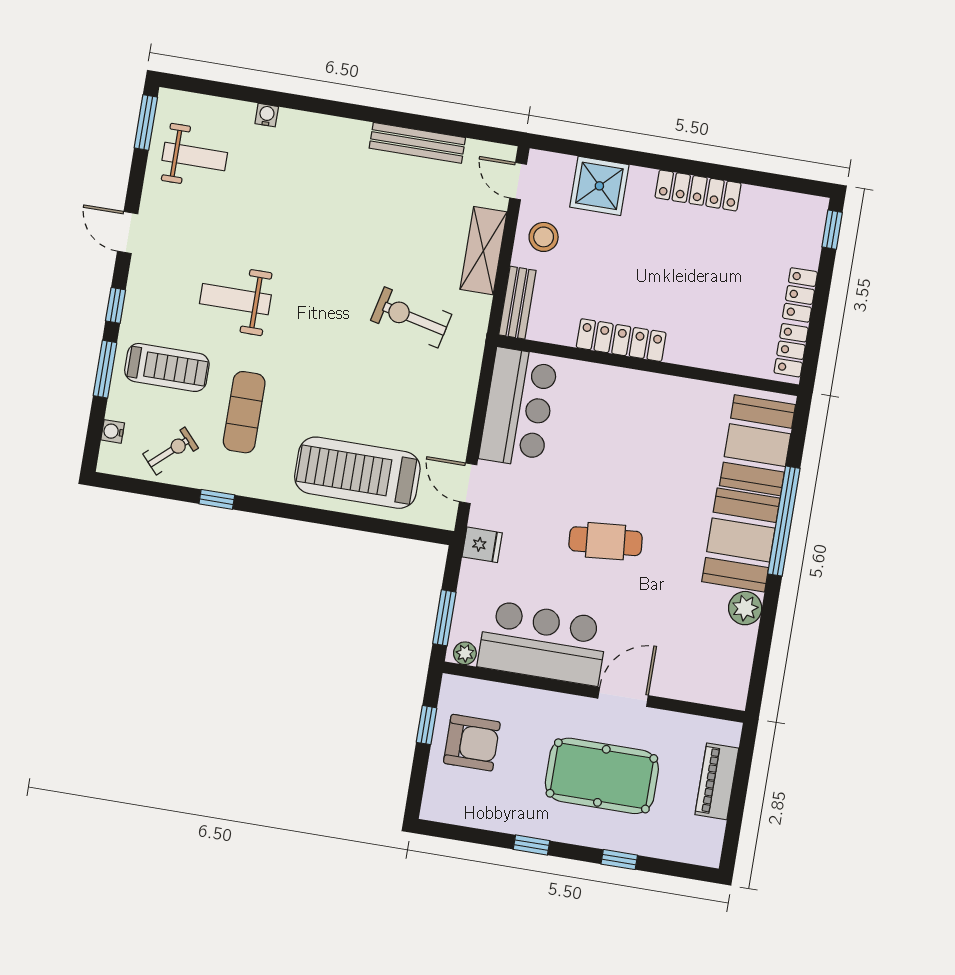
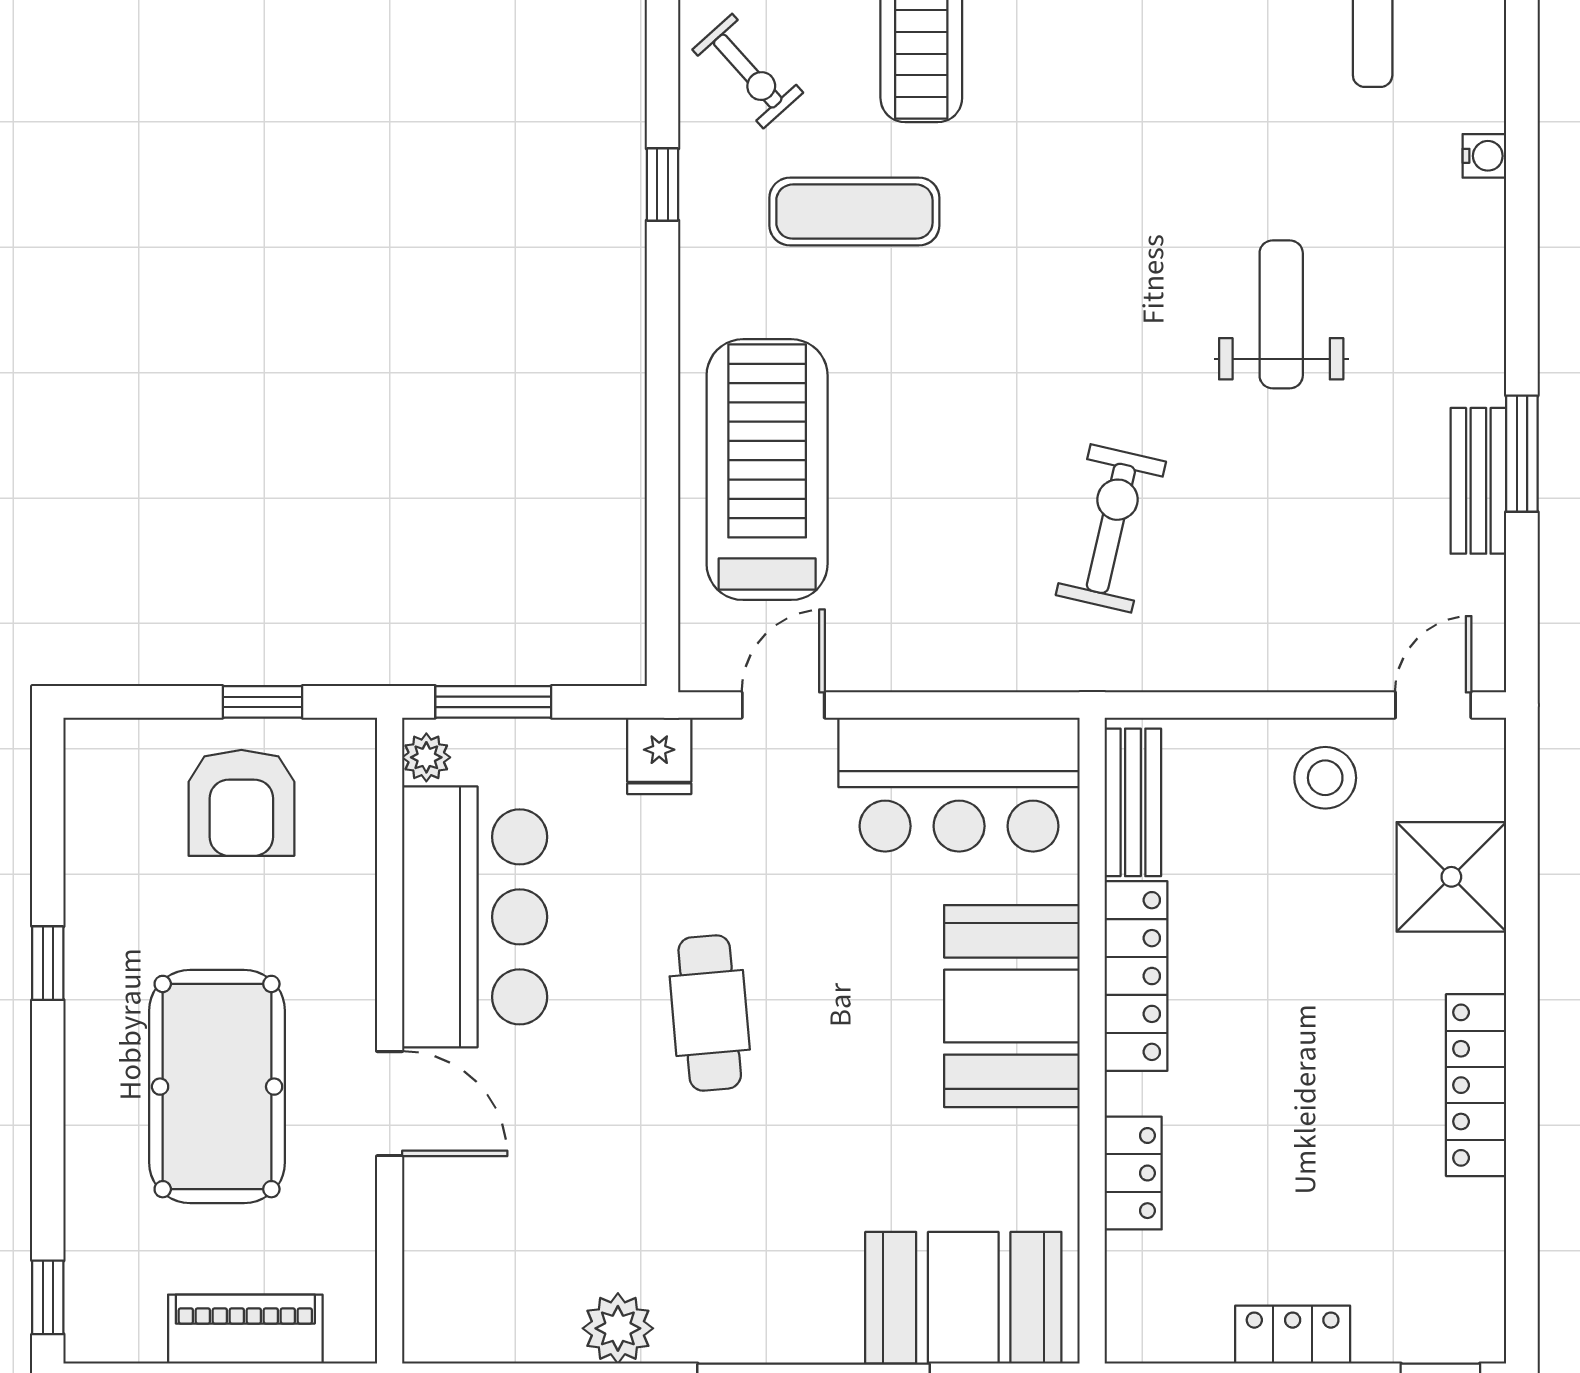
window: (408, 121) -> (1522, 454), added
bench: (417, 143) -> (1478, 481), width x0.73
shelving: (483, 251) -> (1276, 657), removed
weight bench: (235, 299) -> (1281, 314), moved
bench: (517, 303) -> (1133, 802), moved, turned 90
locker: (791, 350) -> (1133, 1173), moved, turned 90
booth: (741, 540) -> (1012, 1006), moved, turned 90
window: (619, 860) -> (48, 1297), moved

